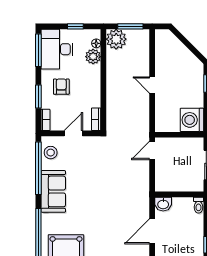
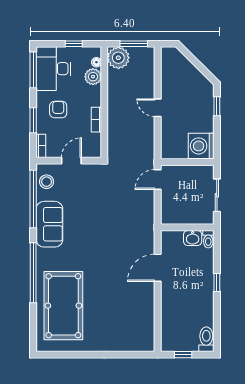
bookcase: (96, 119) -> (96, 120), moved
washbasin: (163, 204) -> (193, 238), moved

